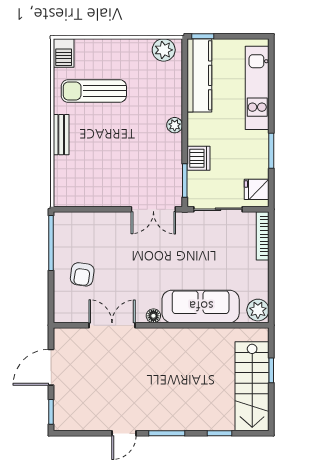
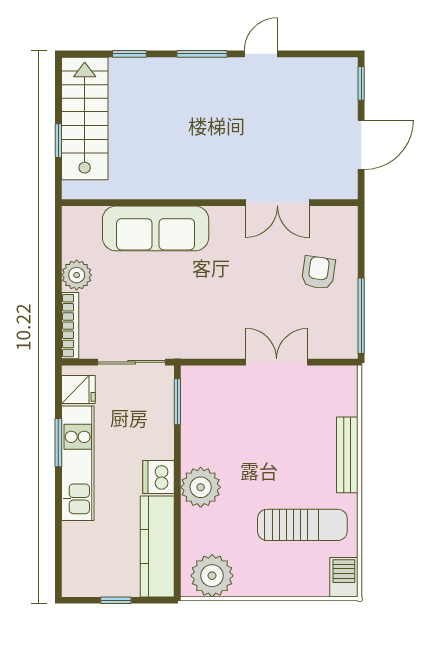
window: (203, 36) -> (116, 600), moved
plant: (164, 50) -> (212, 576), width x1.36, depth x1.36
kitchen unit: (257, 88) -> (78, 463), moved
plant: (175, 125) -> (201, 487), width x1.88, depth x1.88
bench: (61, 135) -> (347, 455), width x1.36
dishwasher: (198, 158) -> (158, 477), moved
double door: (153, 209) -> (277, 362), moved
plant: (258, 310) -> (77, 275), moved
floor lamp: (153, 316) -> (220, 216), removed

